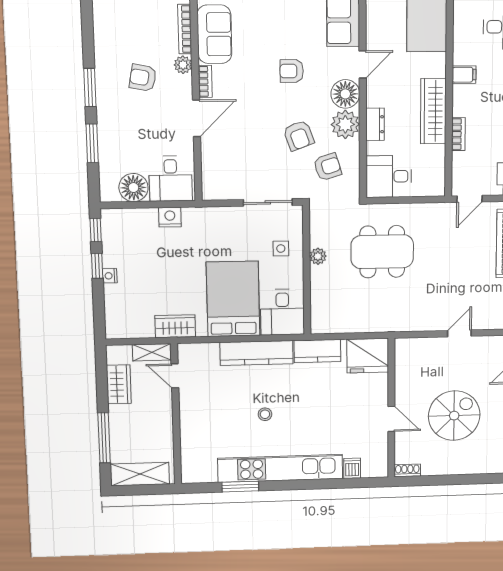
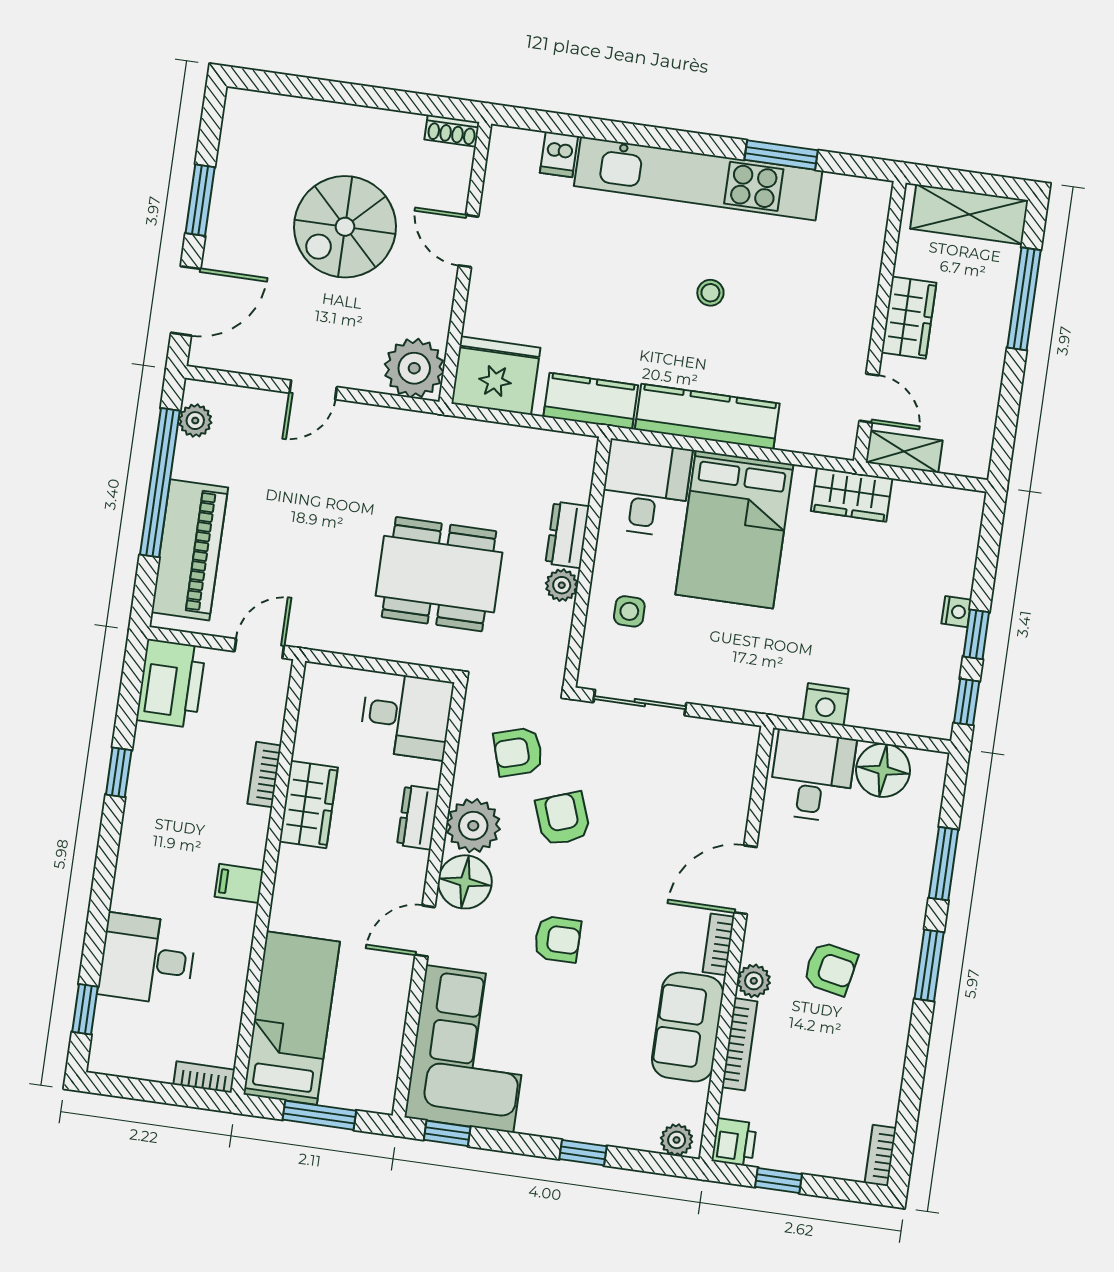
wardrobe: (433, 111) -> (308, 804), width x0.67
dresser: (319, 282) -> (567, 535), added
plant: (410, 352) -> (414, 368), added
wardrobe: (119, 384) -> (909, 318), moved, turned 180

